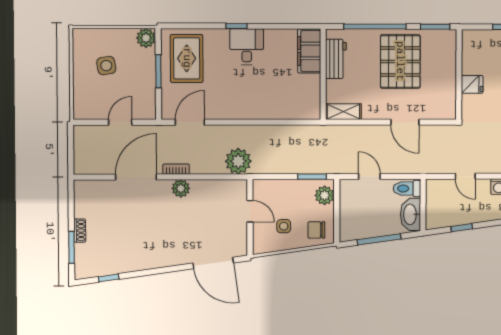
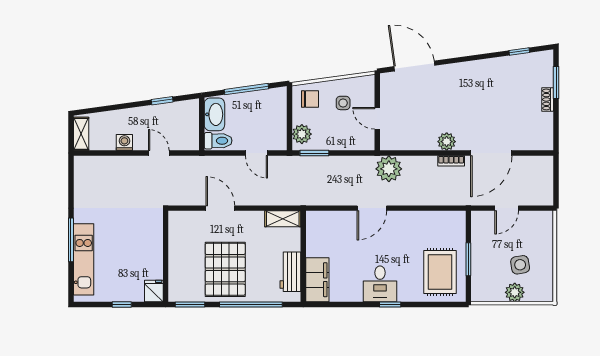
plant: (146, 38) -> (515, 292), moved
fridge: (472, 84) -> (154, 291), moved, turned 90
door: (190, 122) -> (372, 208), moved

